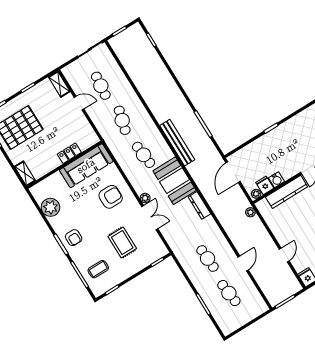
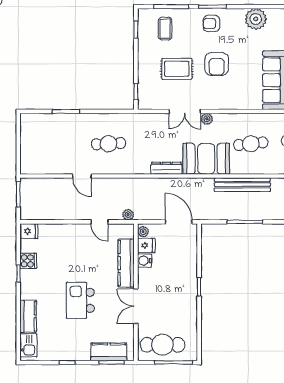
armchair: (111, 197) -> (217, 64), moved
door: (284, 255) -> (99, 222), moved
cafe table: (229, 293) -> (61, 144), removed

